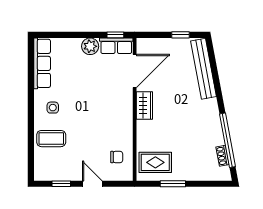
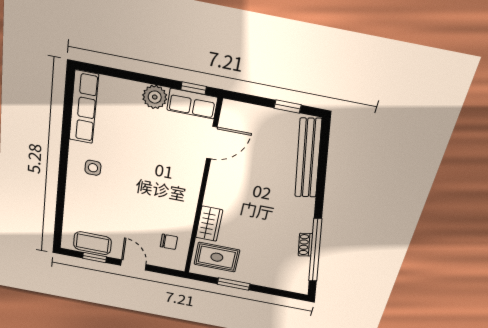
door: (135, 71) -> (212, 143), width x0.73
wardrobe: (144, 106) -> (209, 224), moved
coffee table: (51, 139) -> (92, 243), moved
shoe rack: (222, 156) -> (305, 245), moved

